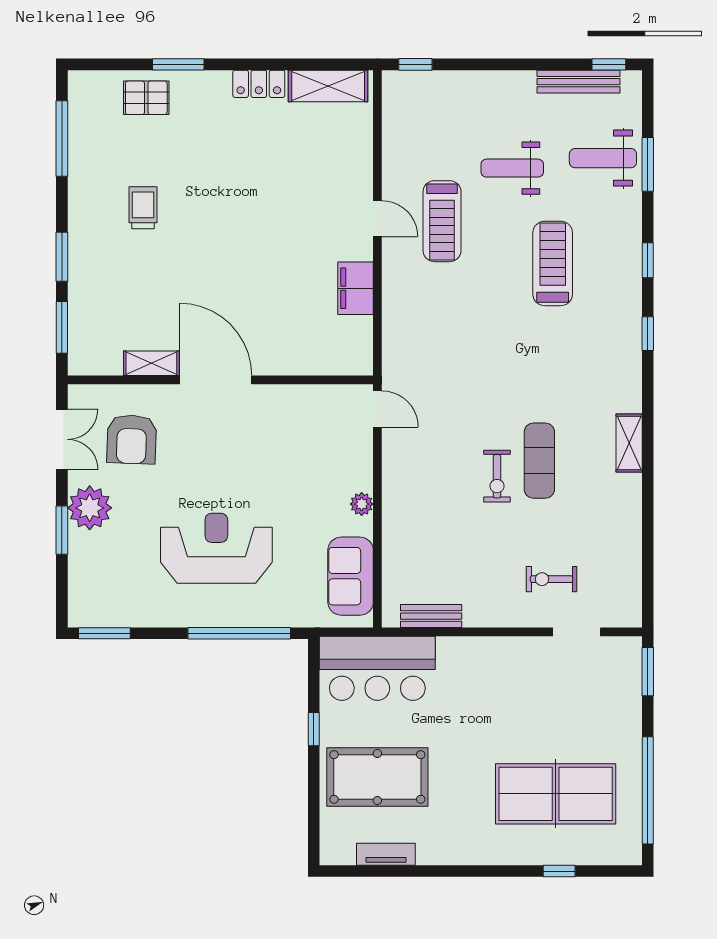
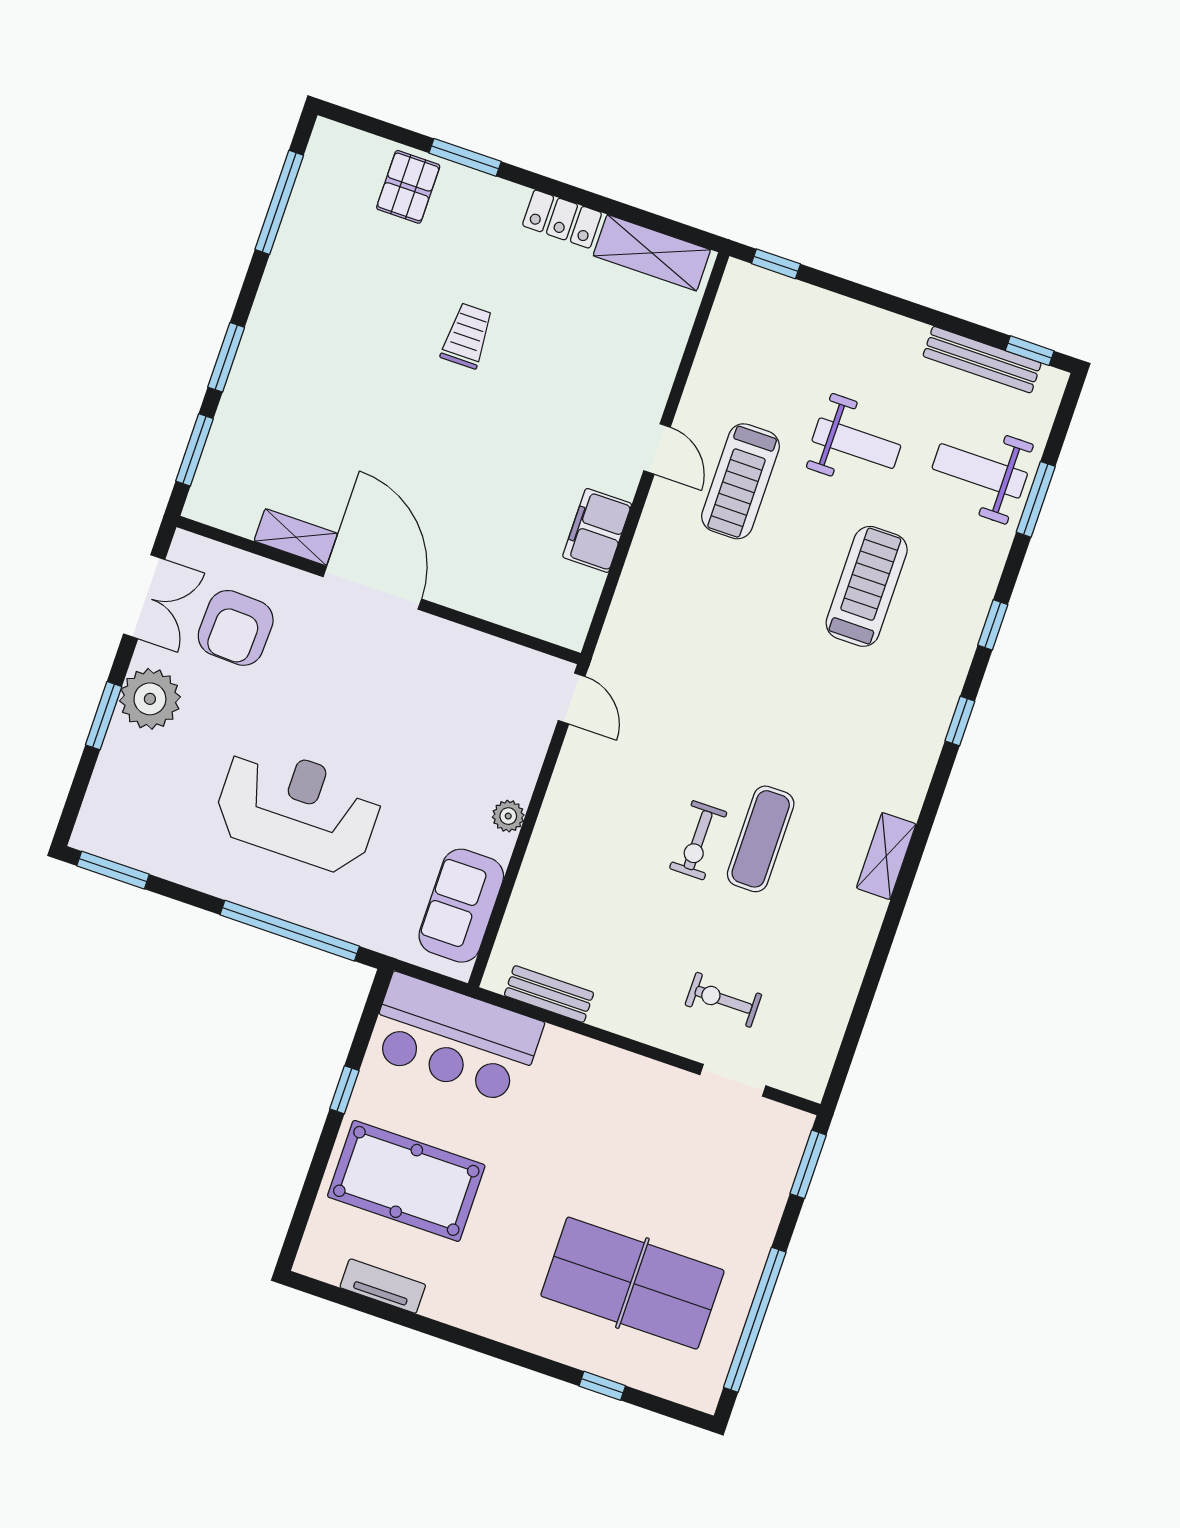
pallet: (146, 98) -> (408, 187), turned 90
weight bench: (512, 168) -> (856, 443), turned 180
trolley: (143, 208) -> (467, 336), moved

